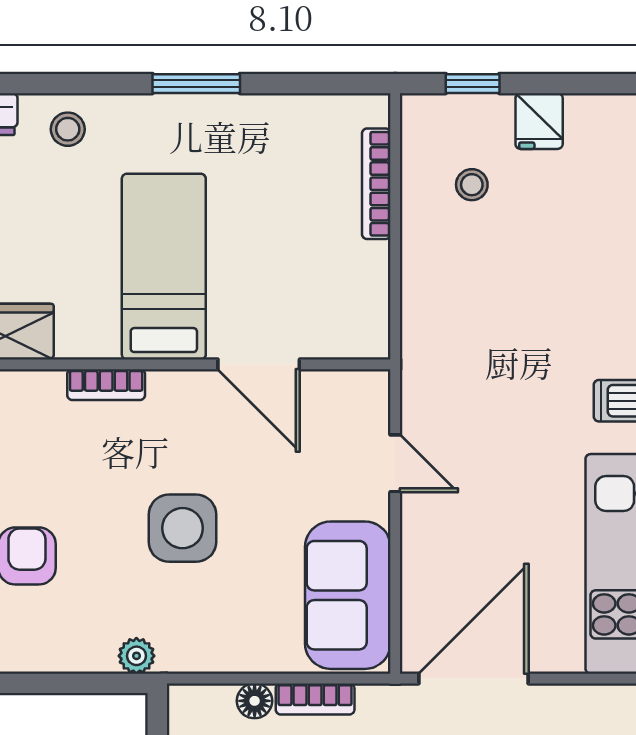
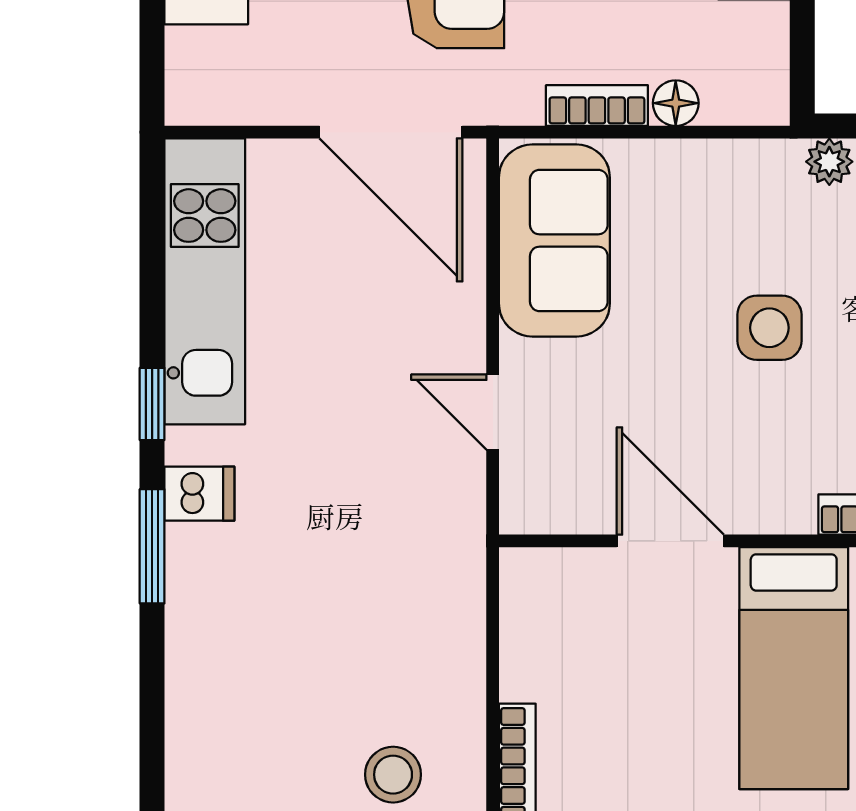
stool: (472, 185) -> (393, 775), width x1.37, depth x1.37
side table: (182, 528) -> (769, 328), width x0.73, depth x0.73
door: (473, 679) -> (391, 132), hinge flipped

